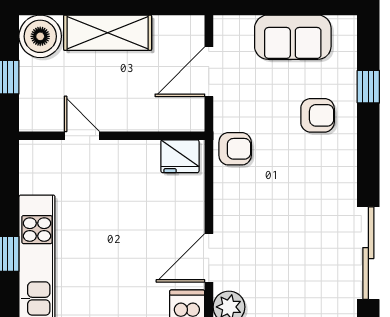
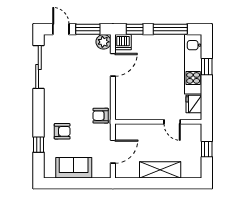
boiler: (40, 36) -> (192, 168), removed
armchair: (318, 115) -> (62, 131), turned 180
fridge: (180, 156) -> (194, 104), moved, turned -90

